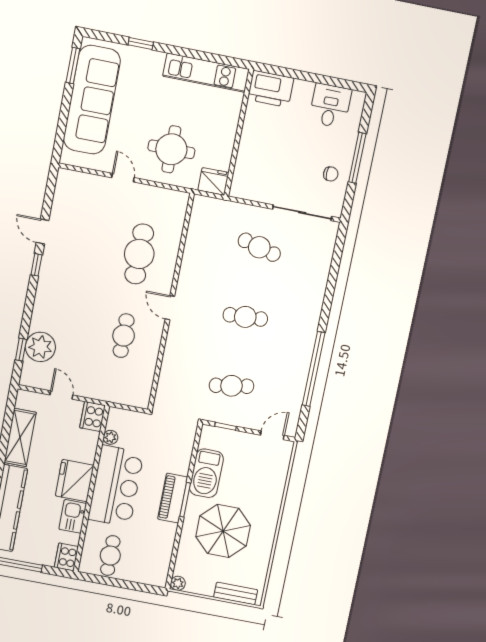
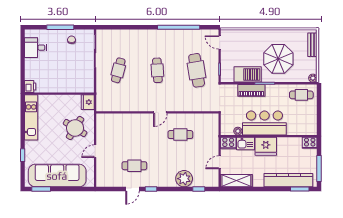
printer: (271, 89) -> (30, 87), width x0.53, depth x0.68
round table: (171, 149) -> (75, 128), turned 32
cafe table: (139, 254) -> (134, 166), moved, width x0.73, depth x0.74
plant: (40, 347) -> (184, 179), moved
cafe table: (231, 386) -> (197, 70), width x1.37, depth x1.35
shelving: (20, 437) -> (236, 181), moved
piano: (173, 498) -> (251, 90), moved
kitchen sink: (73, 516) -> (245, 144), moved
cafe table: (110, 556) -> (301, 95), moved

